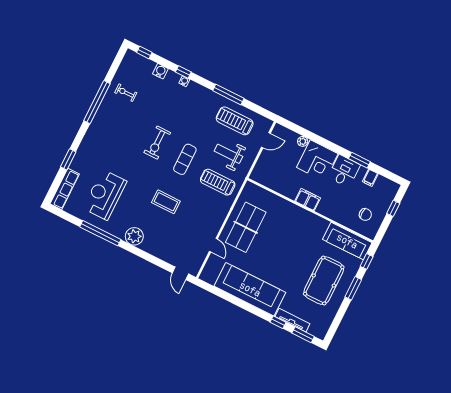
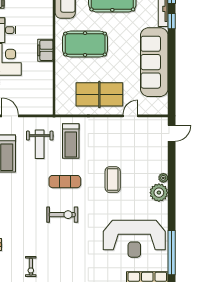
reception desk: (105, 195) -> (134, 239), width x1.36, depth x1.30
window: (100, 233) -> (172, 253), moved
pool table: (296, 237) -> (85, 44), added
plant: (145, 247) -> (163, 178), added

